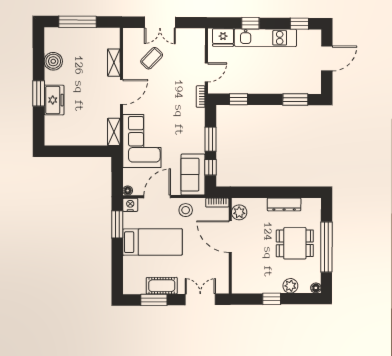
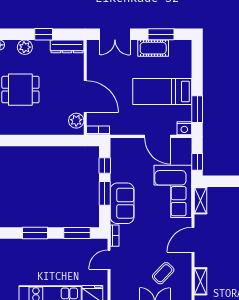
shelving: (114, 63) -> (200, 281), moved
window: (238, 99) -> (77, 233), width x1.50
window: (295, 100) -> (35, 233), moved
window: (117, 171) -> (197, 162), added
sofa: (193, 175) -> (122, 203), moved
floor lamp: (128, 191) -> (187, 142), removed
door: (157, 197) -> (158, 136), hinge flipped
dresser: (284, 204) -> (67, 46), moved, turned 180
stool: (186, 210) -> (129, 123), removed

